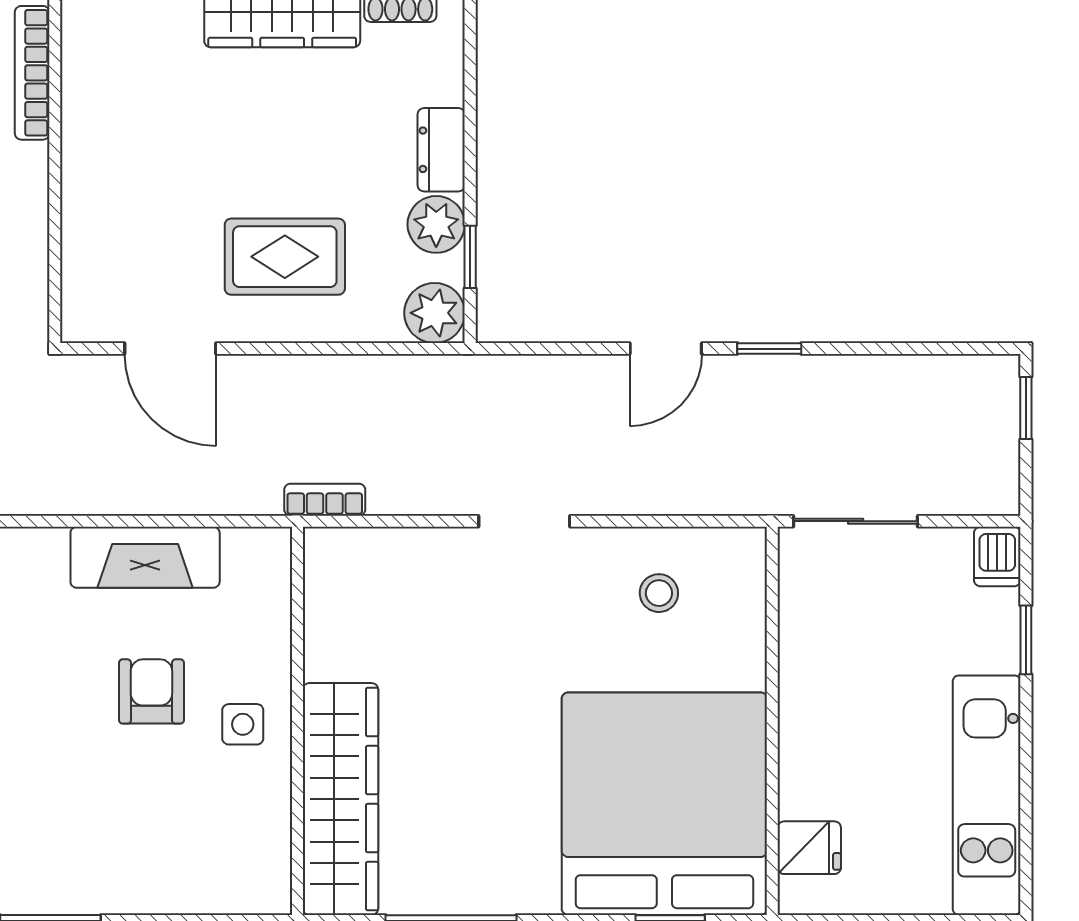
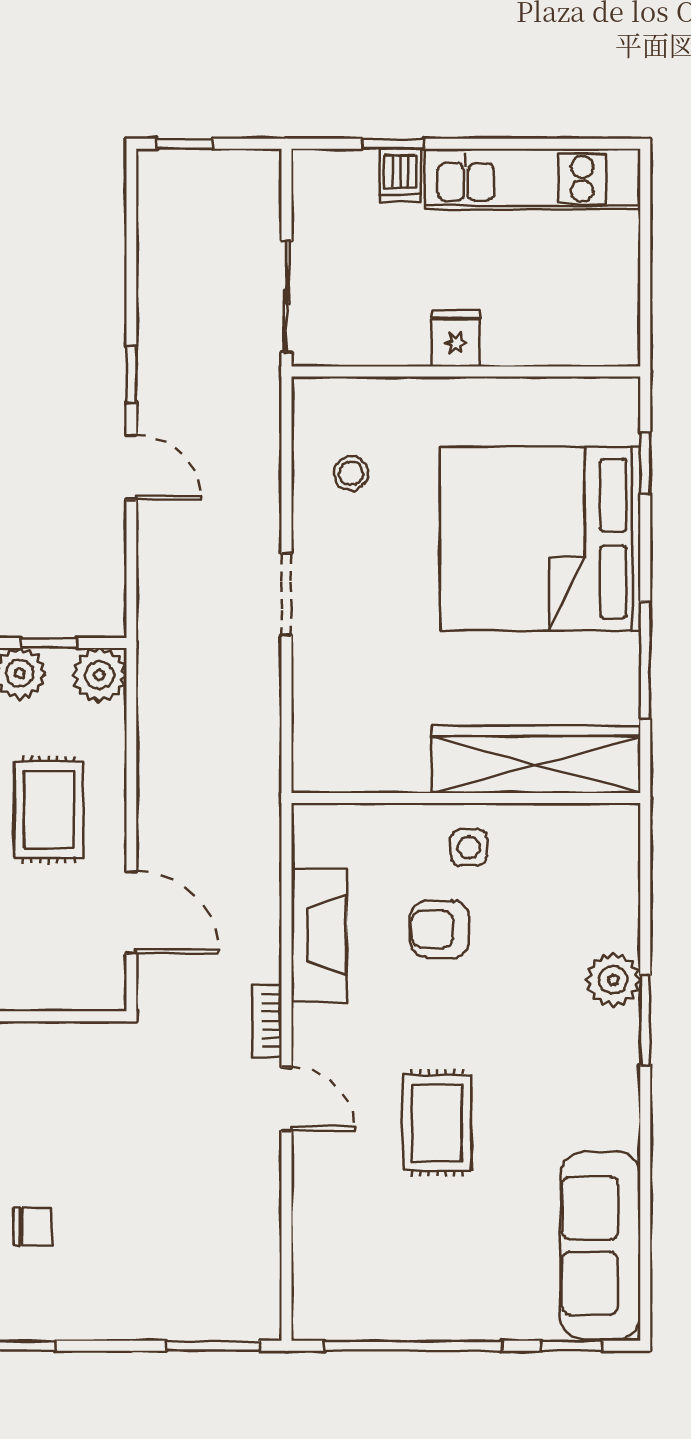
door: (170, 349) -> (131, 912), hinge flipped
bookcase: (325, 500) -> (267, 1021), moved
dishwasher: (997, 557) -> (400, 175), moved, turned 90
bed: (664, 804) -> (540, 539), moved
fridge: (809, 848) -> (456, 338), moved
plant: (95, 885) -> (613, 980), added

